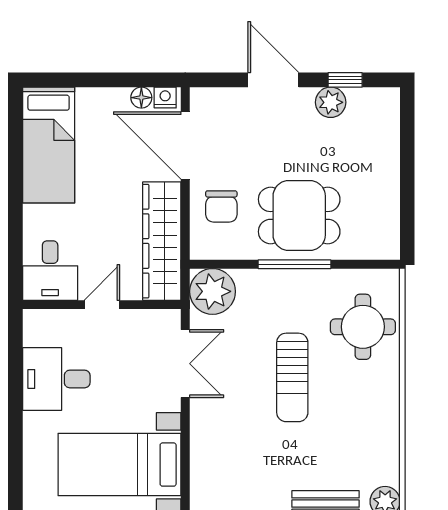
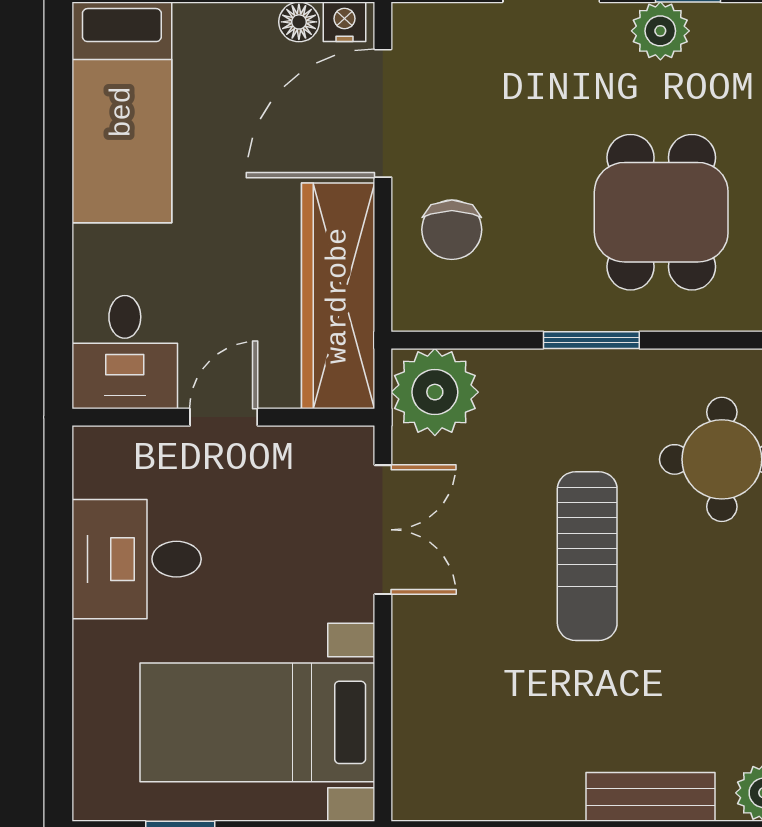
door: (185, 145) -> (383, 113), hinge flipped
dining table: (299, 215) -> (661, 212), moved, turned 90
window: (295, 264) -> (591, 340), width x0.69

